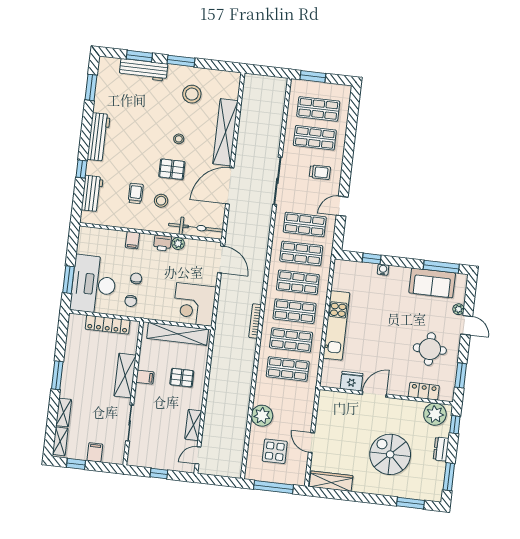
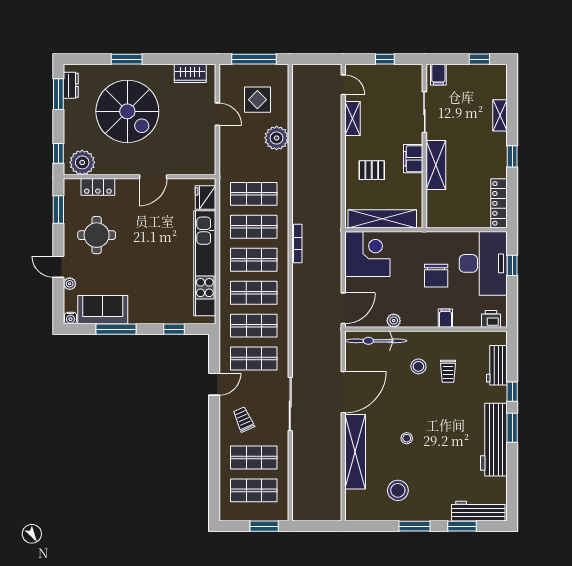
workbench: (143, 70) -> (478, 511), moved
window: (91, 87) -> (512, 428), moved
workbench: (99, 137) -> (494, 440), width x1.36, depth x1.32
pallet: (172, 169) -> (410, 403), removed
trolley: (320, 172) -> (244, 419), turned 66
printer: (162, 243) -> (491, 319), moved
door: (221, 259) -> (343, 308), swing flipped
window: (441, 267) -> (116, 329), moved
water cooler: (383, 270) -> (71, 318), moved
chair: (136, 278) -> (436, 276), width x1.87, depth x1.87
window: (68, 280) -> (512, 265), width x0.67
chair: (131, 301) -> (439, 250), removed
locker: (108, 325) -> (499, 203), moved, turned -90
kitchen unit: (336, 325) -> (205, 263), width x1.36
window: (57, 375) -> (512, 156), width x0.67
filing cabinet: (145, 377) -> (413, 159), width x2.00
fridge: (352, 381) -> (206, 198), moved, turned 90
shelving: (60, 441) -> (500, 82), removed
dresser: (441, 449) -> (71, 85), moved
filing cabinet: (95, 452) -> (438, 75), moved
spiral stairs: (390, 454) -> (127, 111), width x1.37, depth x1.37
door: (198, 455) -> (343, 85), hinge flipped
wardrobe: (331, 481) -> (190, 73), width x0.67
window: (411, 503) -> (127, 59), moved

